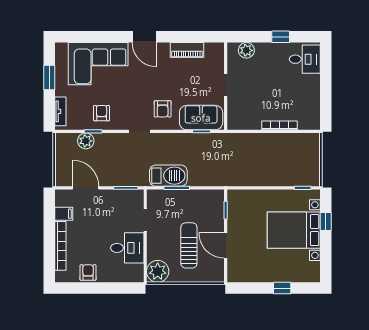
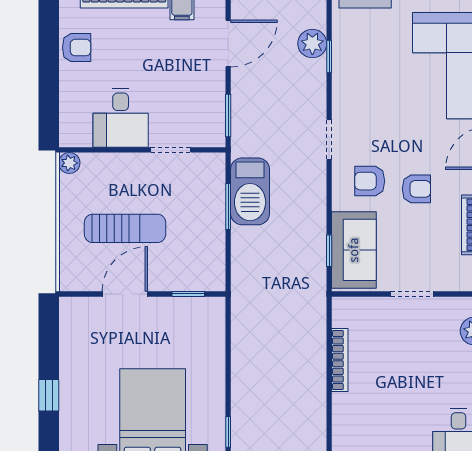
armchair: (102, 113) -> (416, 189), moved
bookcase: (279, 125) -> (340, 360), moved
plant: (158, 271) -> (69, 163), width x0.53, depth x0.53

